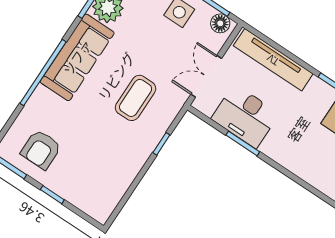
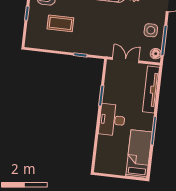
coffee table: (136, 98) -> (60, 23), moved
desk: (245, 116) -> (112, 120), moved

